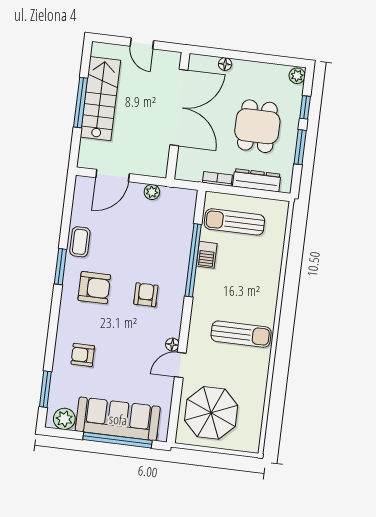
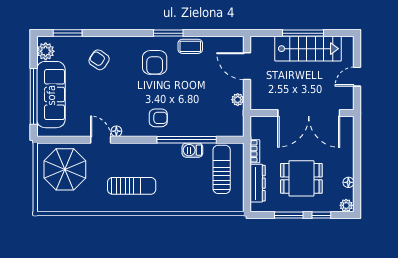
floor lamp: (225, 64) -> (348, 182), moved
armchair: (146, 295) -> (158, 118), moved
sun lounger: (241, 334) -> (132, 186), turned -90
armchair: (83, 355) -> (99, 60), turned -56

